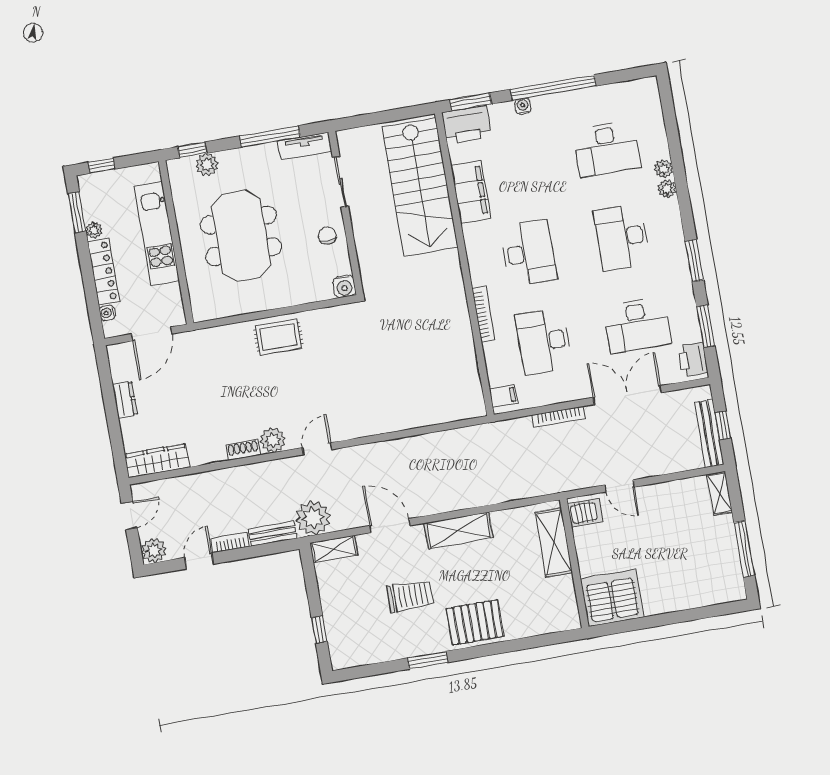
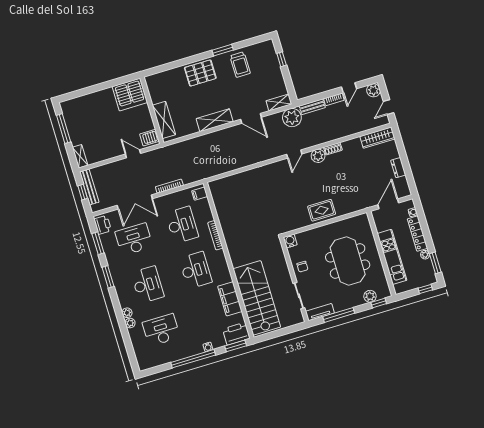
desk: (529, 253) -> (196, 270), turned 180
trolley: (410, 596) -> (240, 65), moved, turned -90

